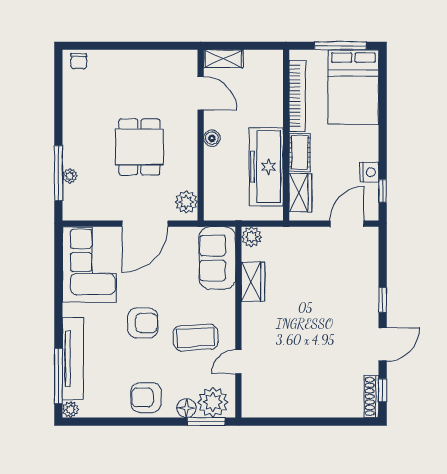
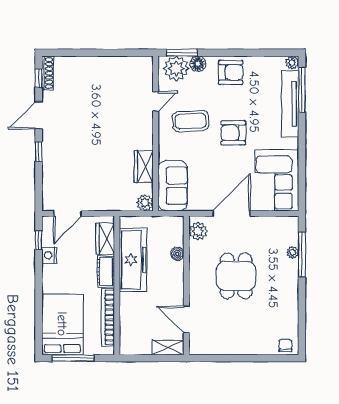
boiler: (212, 138) -> (177, 254), moved

